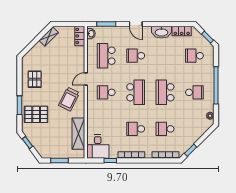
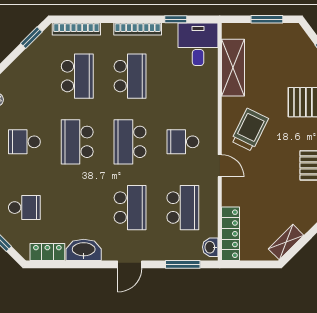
door: (136, 24) -> (130, 264), swing flipped
locker: (80, 36) -> (230, 234), width x1.53
school desk: (136, 56) -> (130, 208), width x1.85
door: (86, 79) -> (220, 166), hinge flipped
school desk: (106, 92) -> (183, 142), turned 180
school desk: (165, 92) -> (77, 142), turned 180
school desk: (136, 129) -> (130, 76), width x1.85
school desk: (165, 129) -> (77, 76), width x1.85

